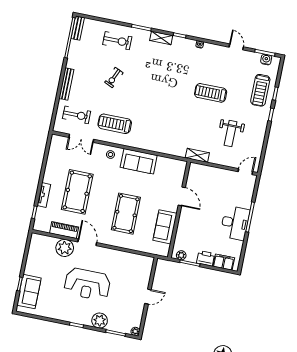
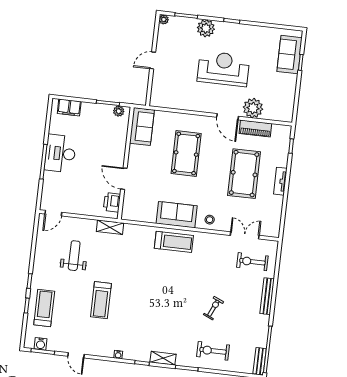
treadmill: (211, 93) -> (101, 300), turned 90
treadmill: (115, 124) -> (174, 242), moved
tv unit: (44, 195) -> (280, 181), moved
sofa: (165, 227) -> (142, 127), moved
printer: (206, 258) -> (112, 202), moved, turned 90

